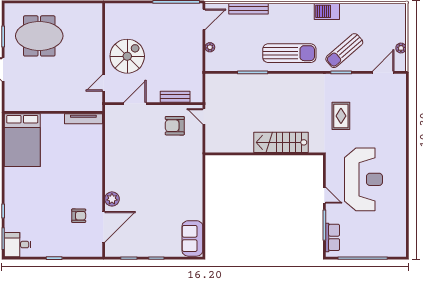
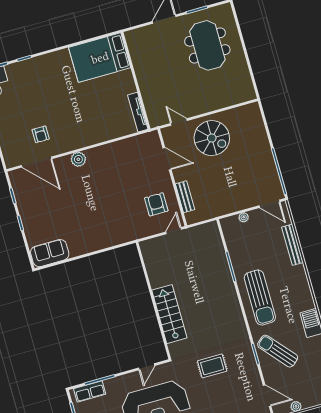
door: (324, 195) -> (147, 367), moved
plant: (112, 199) -> (78, 159), moved

